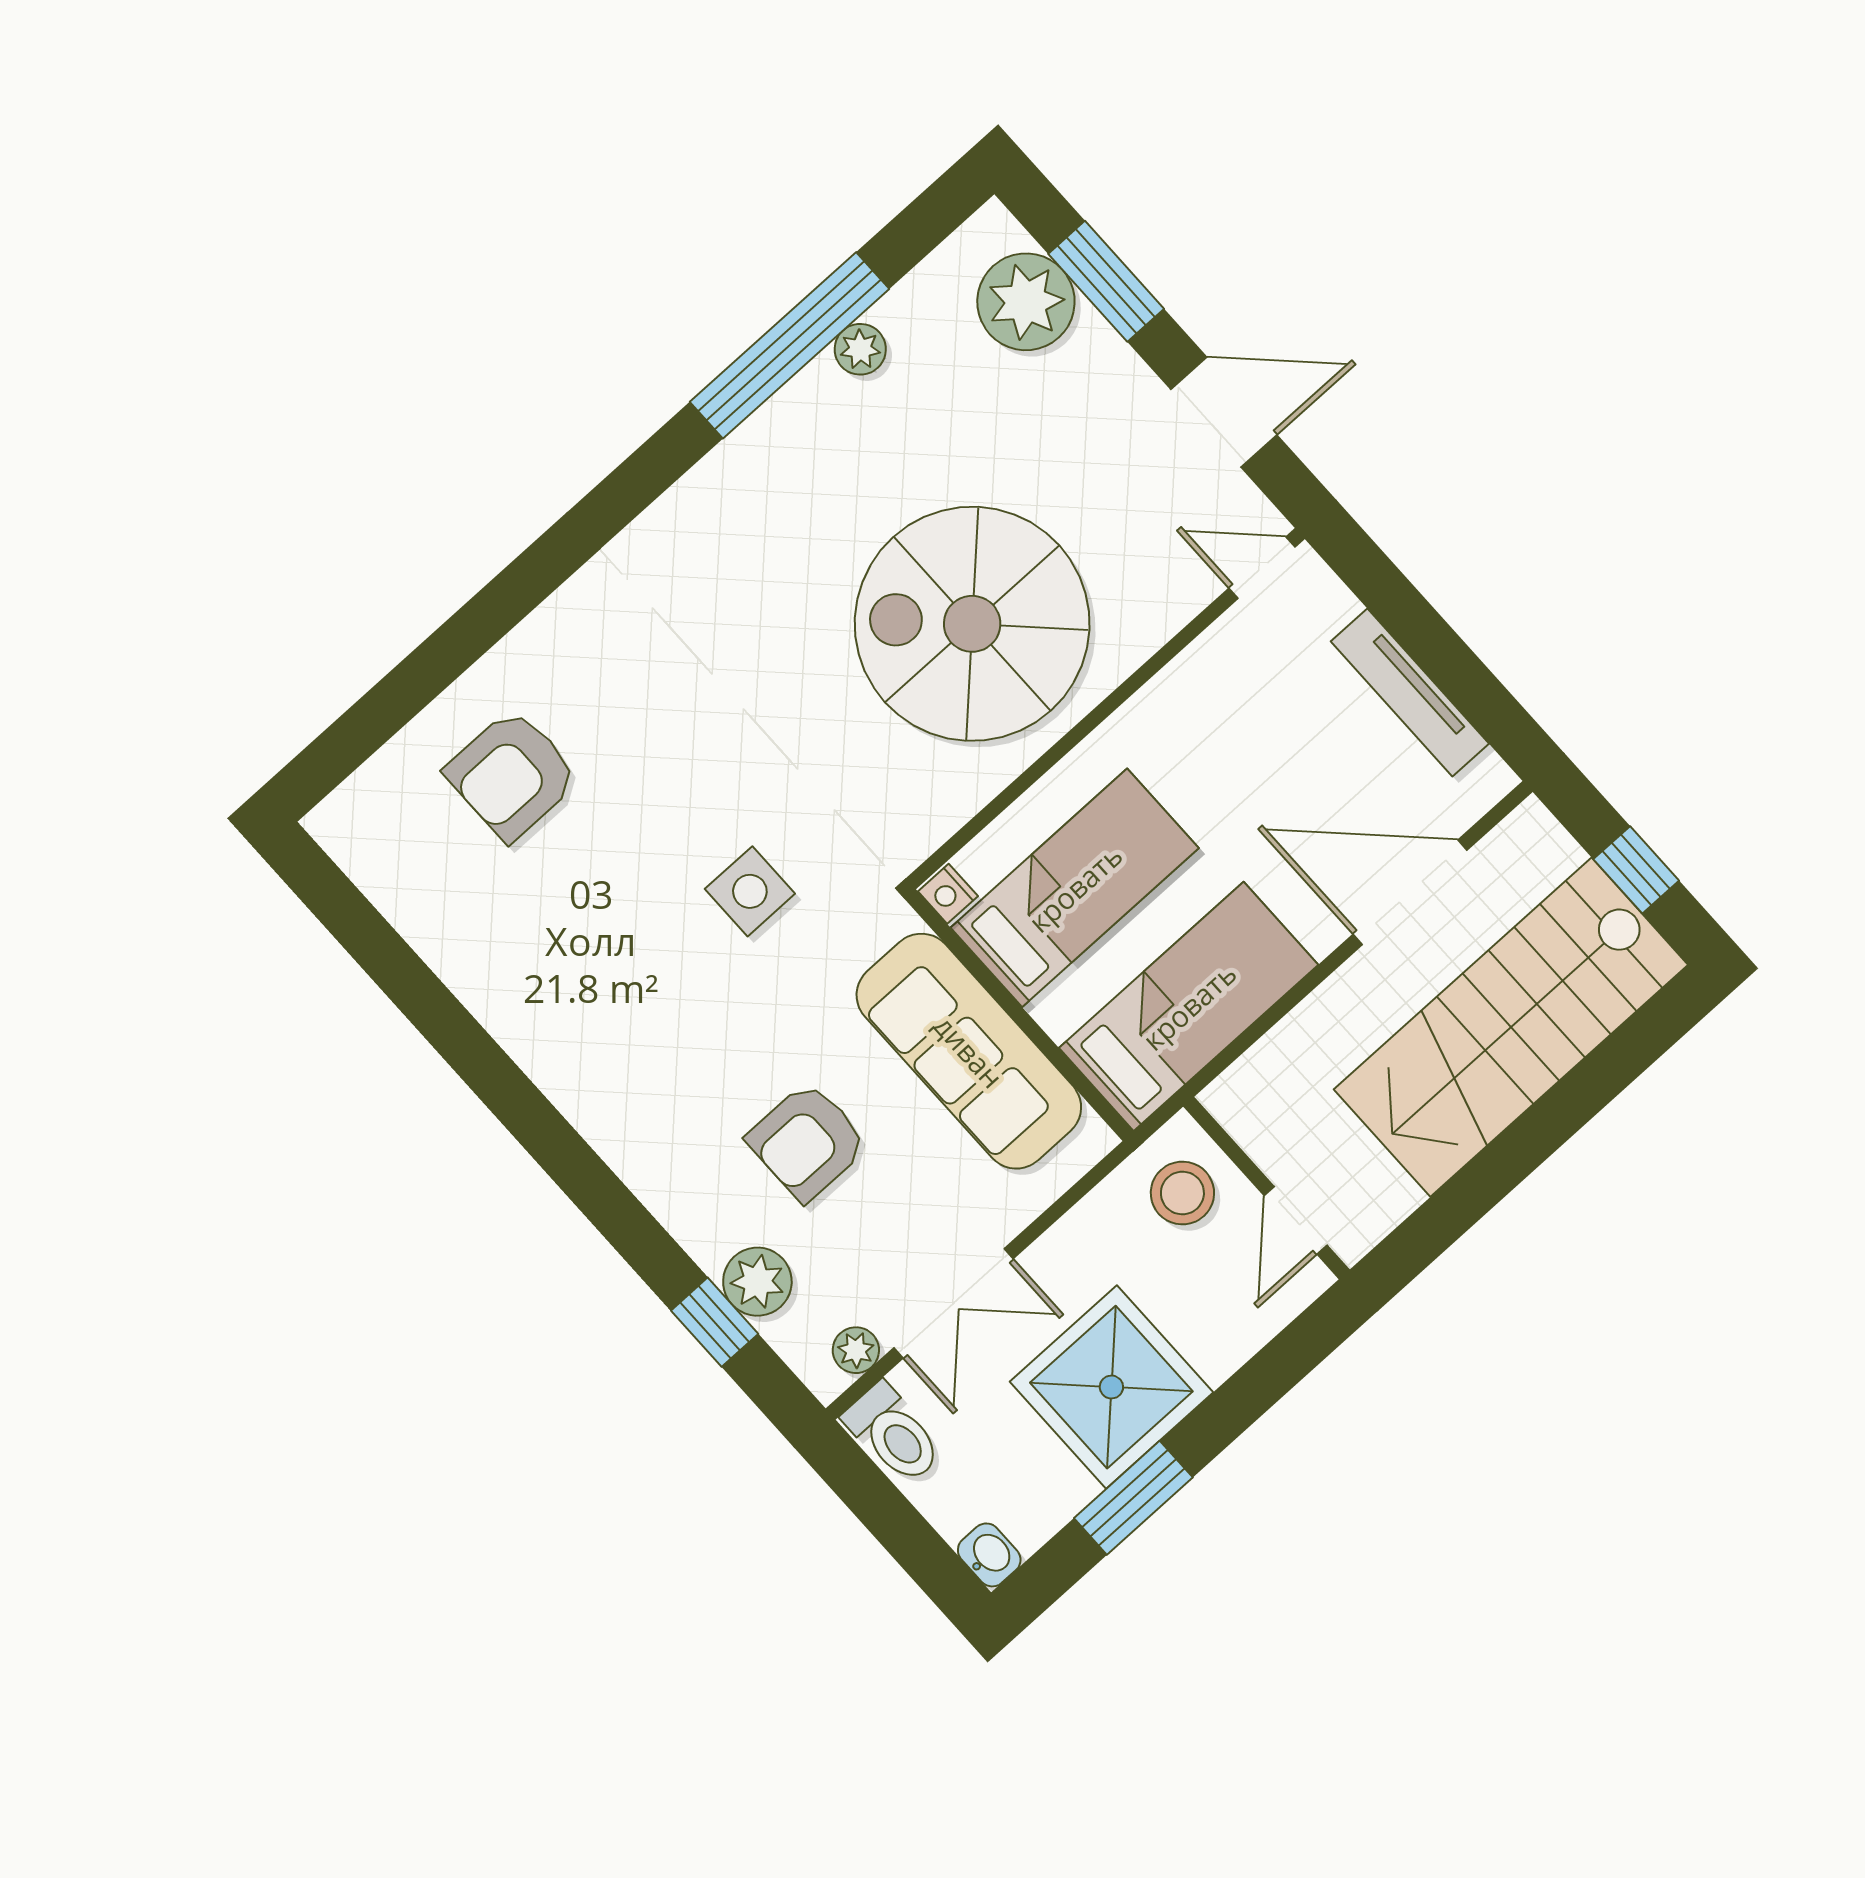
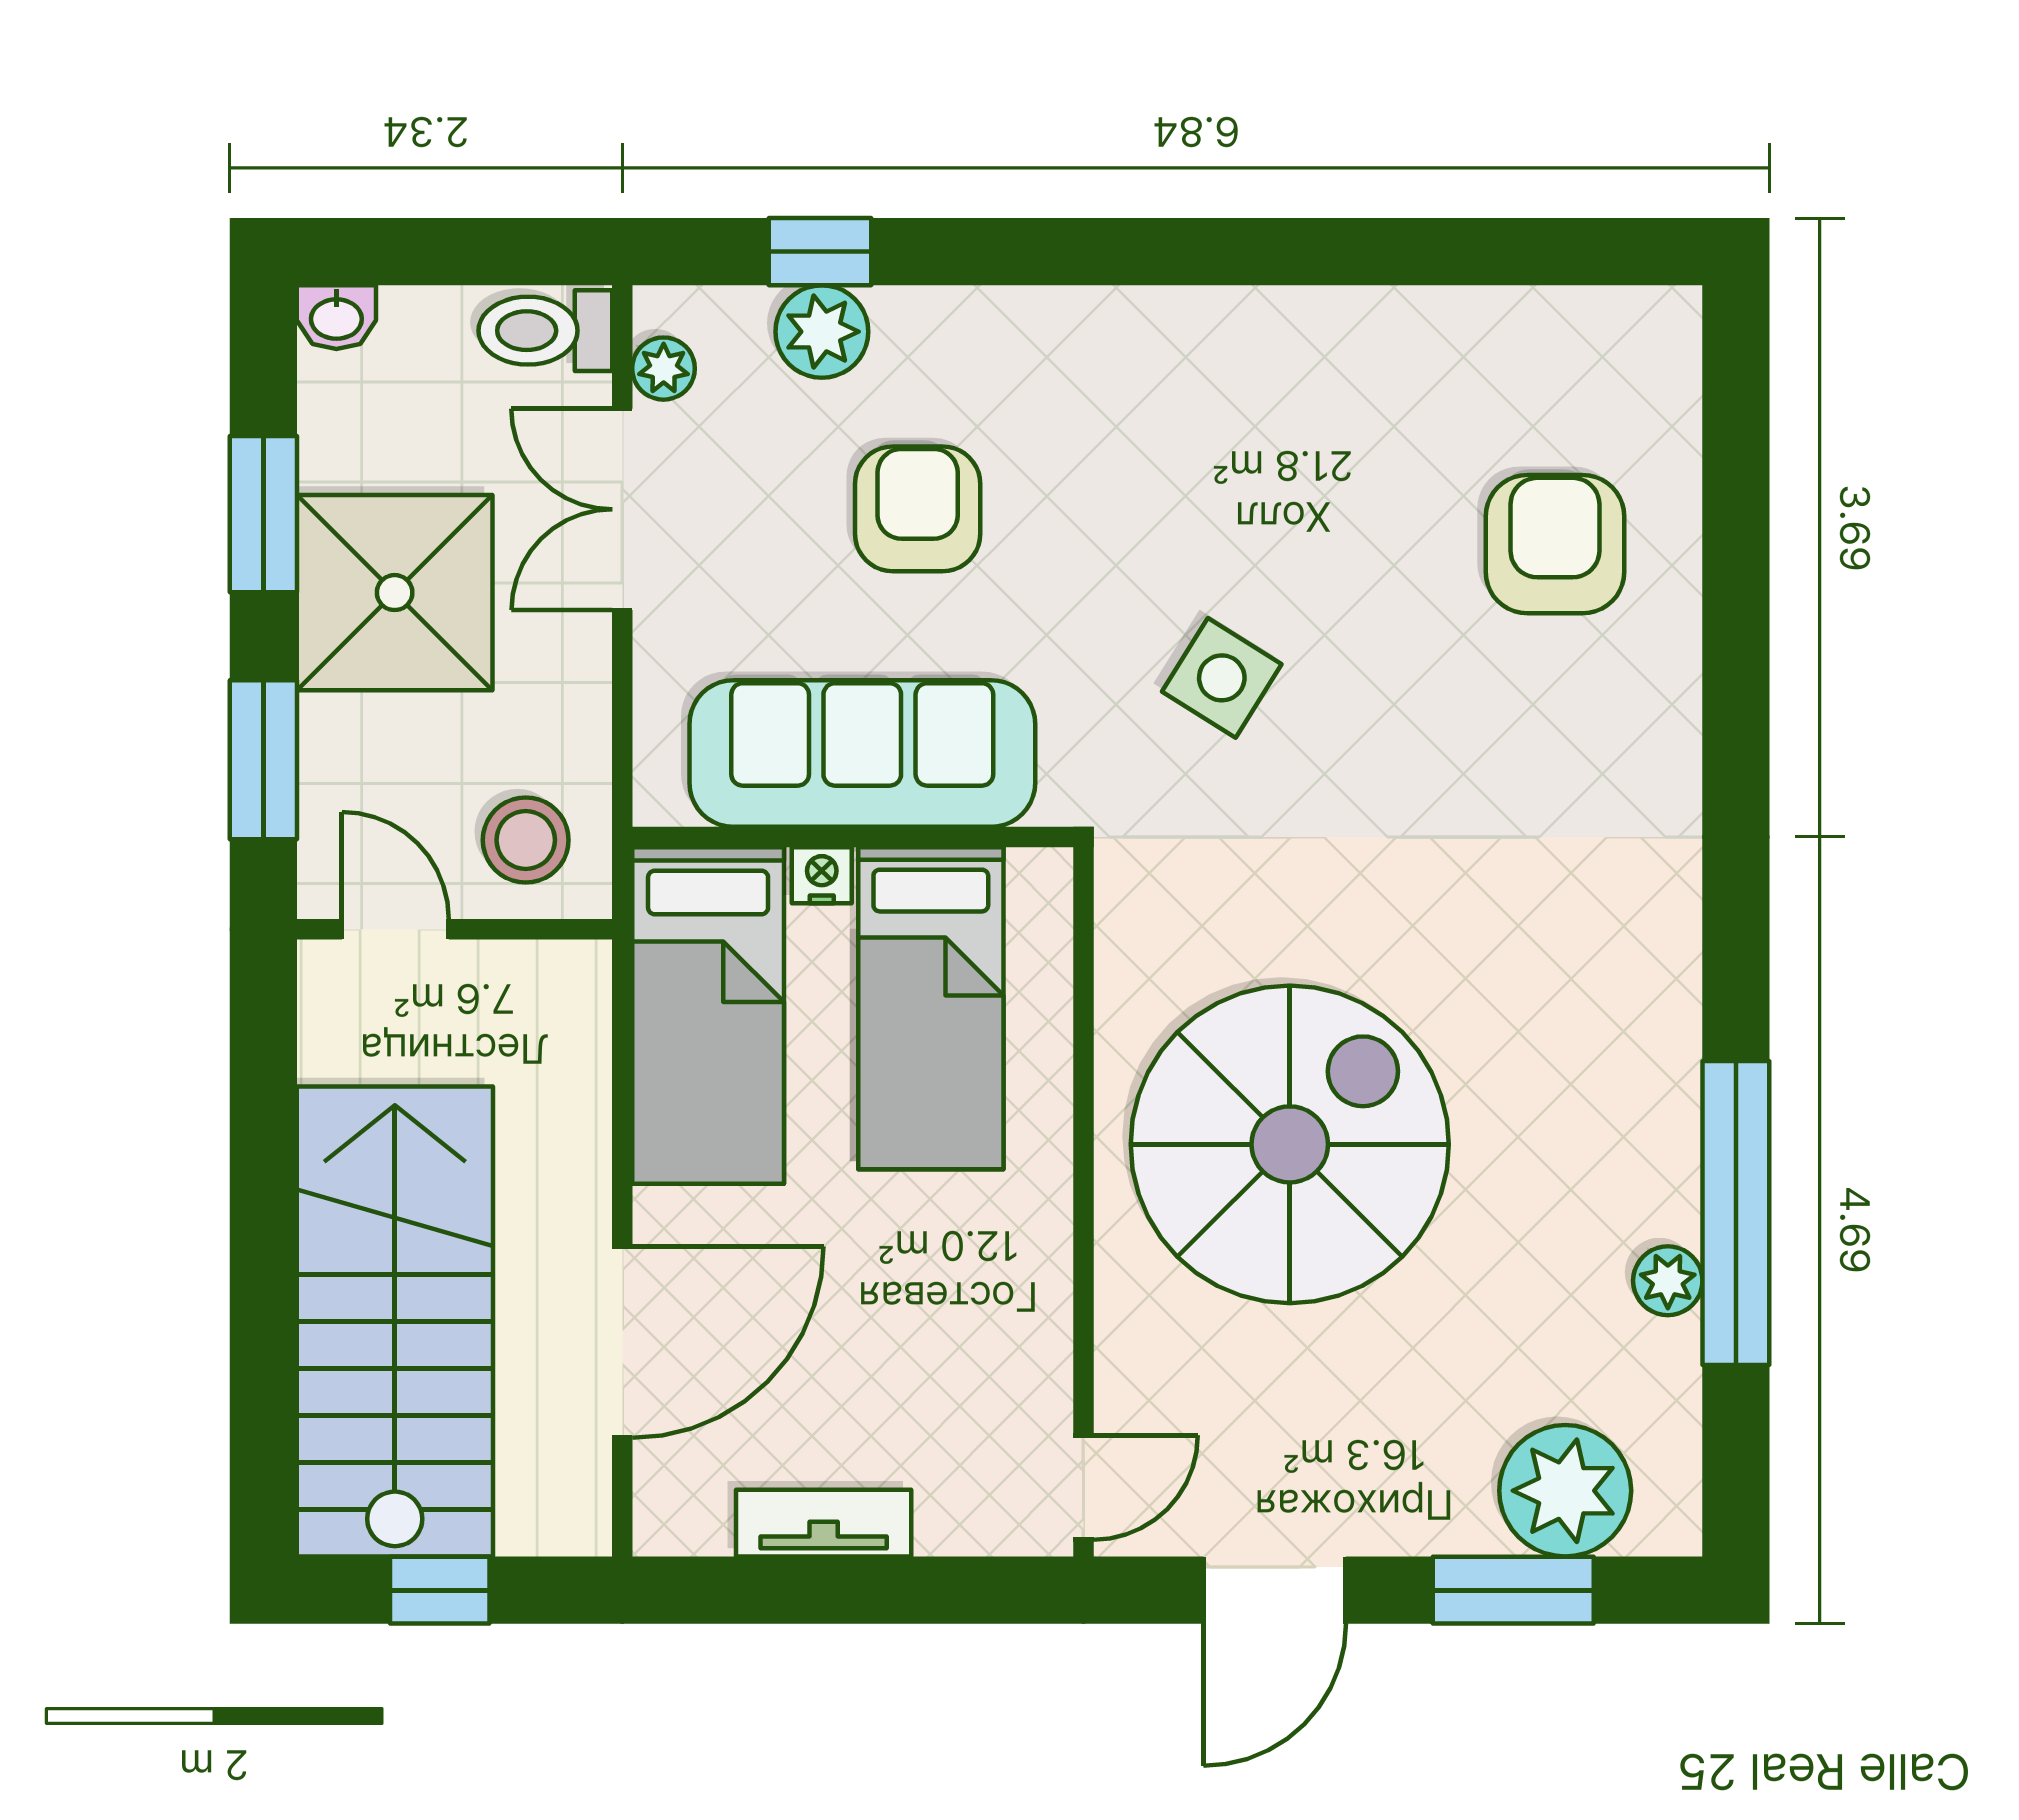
tv unit: (1410, 692) -> (824, 1523), width x0.71
side table: (750, 891) -> (1222, 678), turned 32
nightstand: (948, 894) -> (822, 875), moved
window: (1268, 1376) -> (263, 760), added

